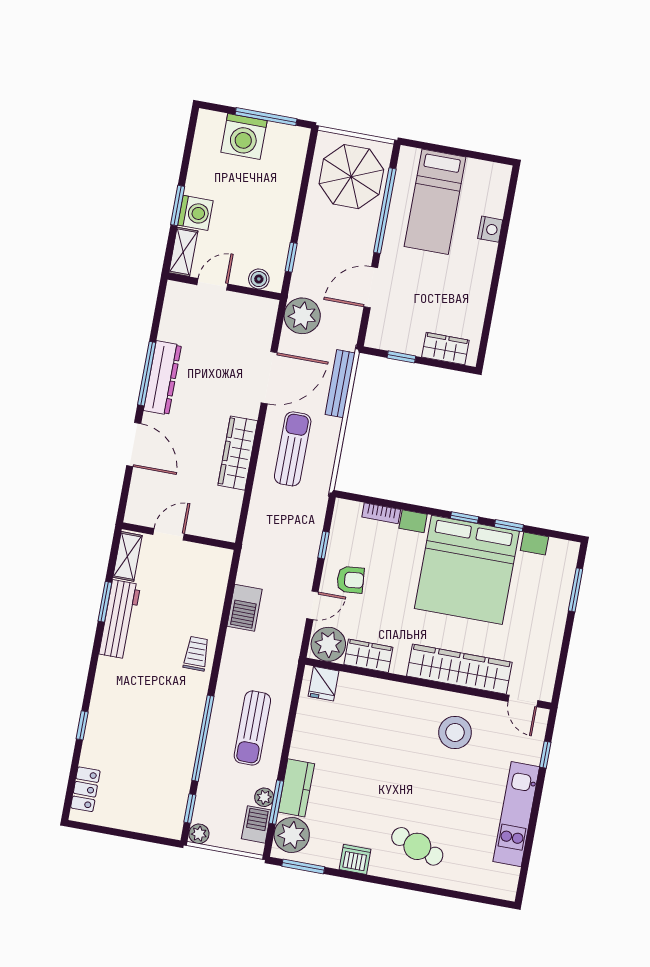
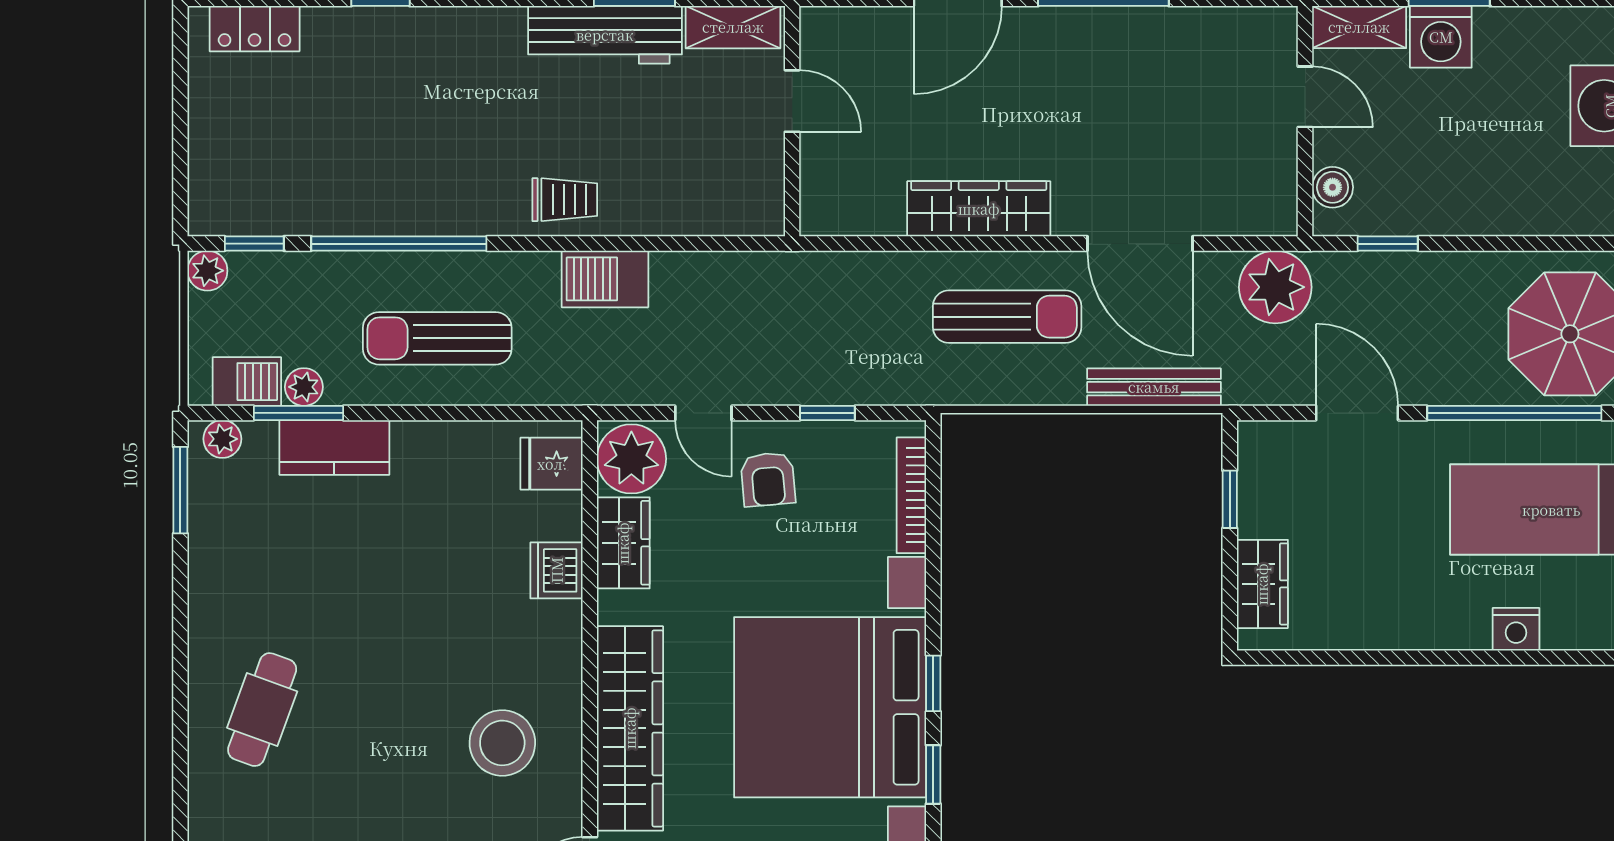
dresser: (162, 378) -> (1101, 32), removed
bookcase: (381, 513) -> (911, 495), width x1.56
barbecue: (245, 608) -> (605, 279), moved
plant: (292, 835) -> (222, 439), width x0.53, depth x0.53
dishwasher: (355, 859) -> (557, 570), moved, turned 180

